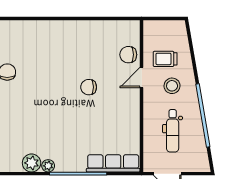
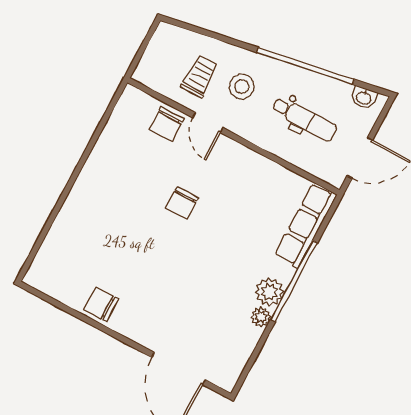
trolley: (165, 59) -> (200, 76), turned 180
washbasin: (202, 158) -> (364, 98), added
plant: (32, 163) -> (269, 292), moved

